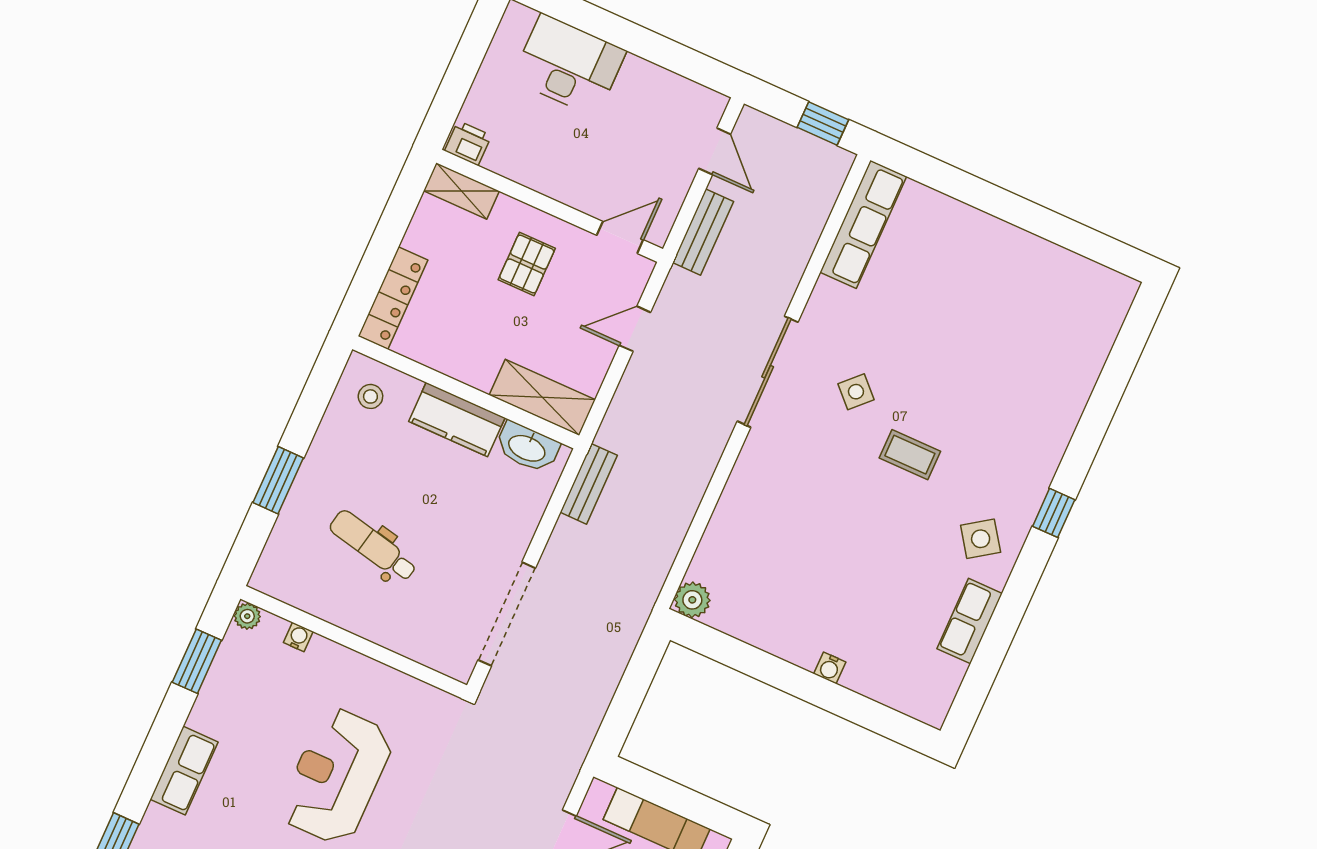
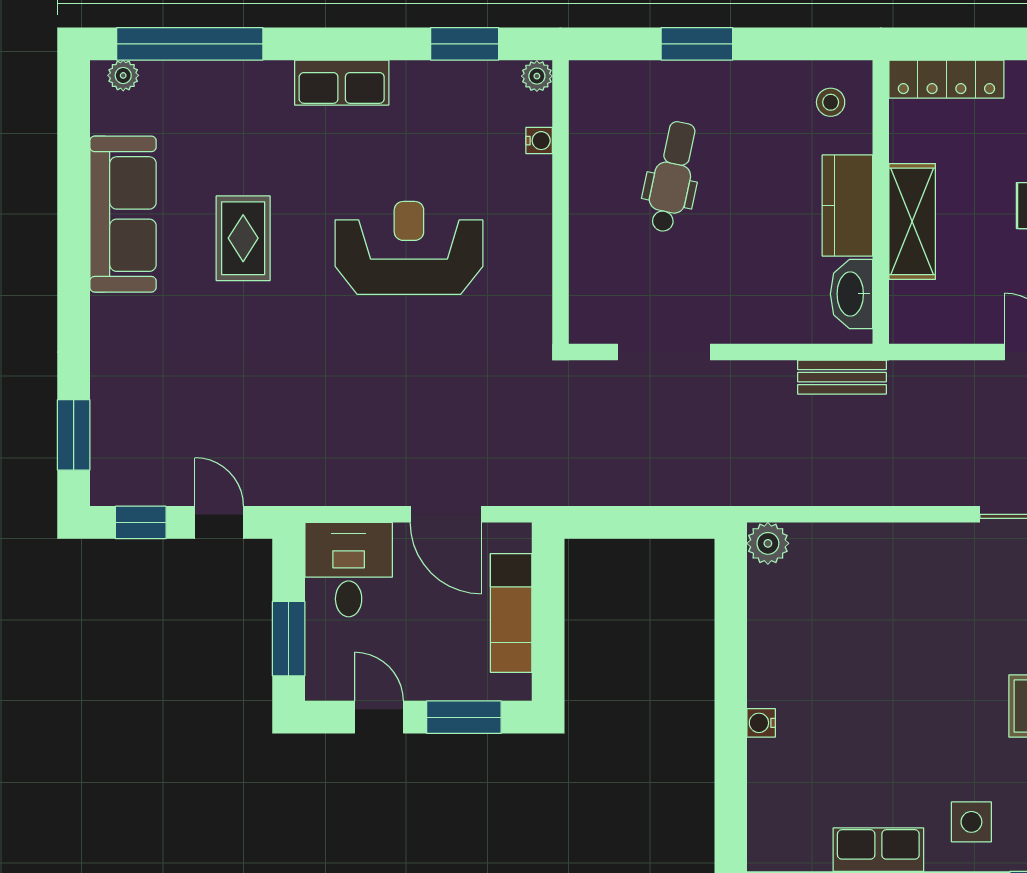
shelving: (542, 397) -> (912, 221), moved
side table: (981, 539) -> (971, 822), turned 35
doorway: (507, 614) -> (664, 352), width x0.73

